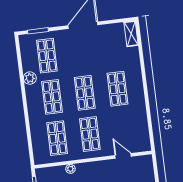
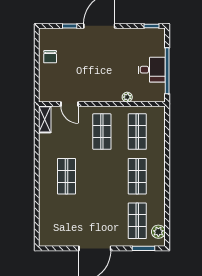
shelving: (131, 34) -> (45, 119), moved
plant: (30, 78) -> (158, 232), moved
shop shelf: (85, 93) -> (102, 176), removed

